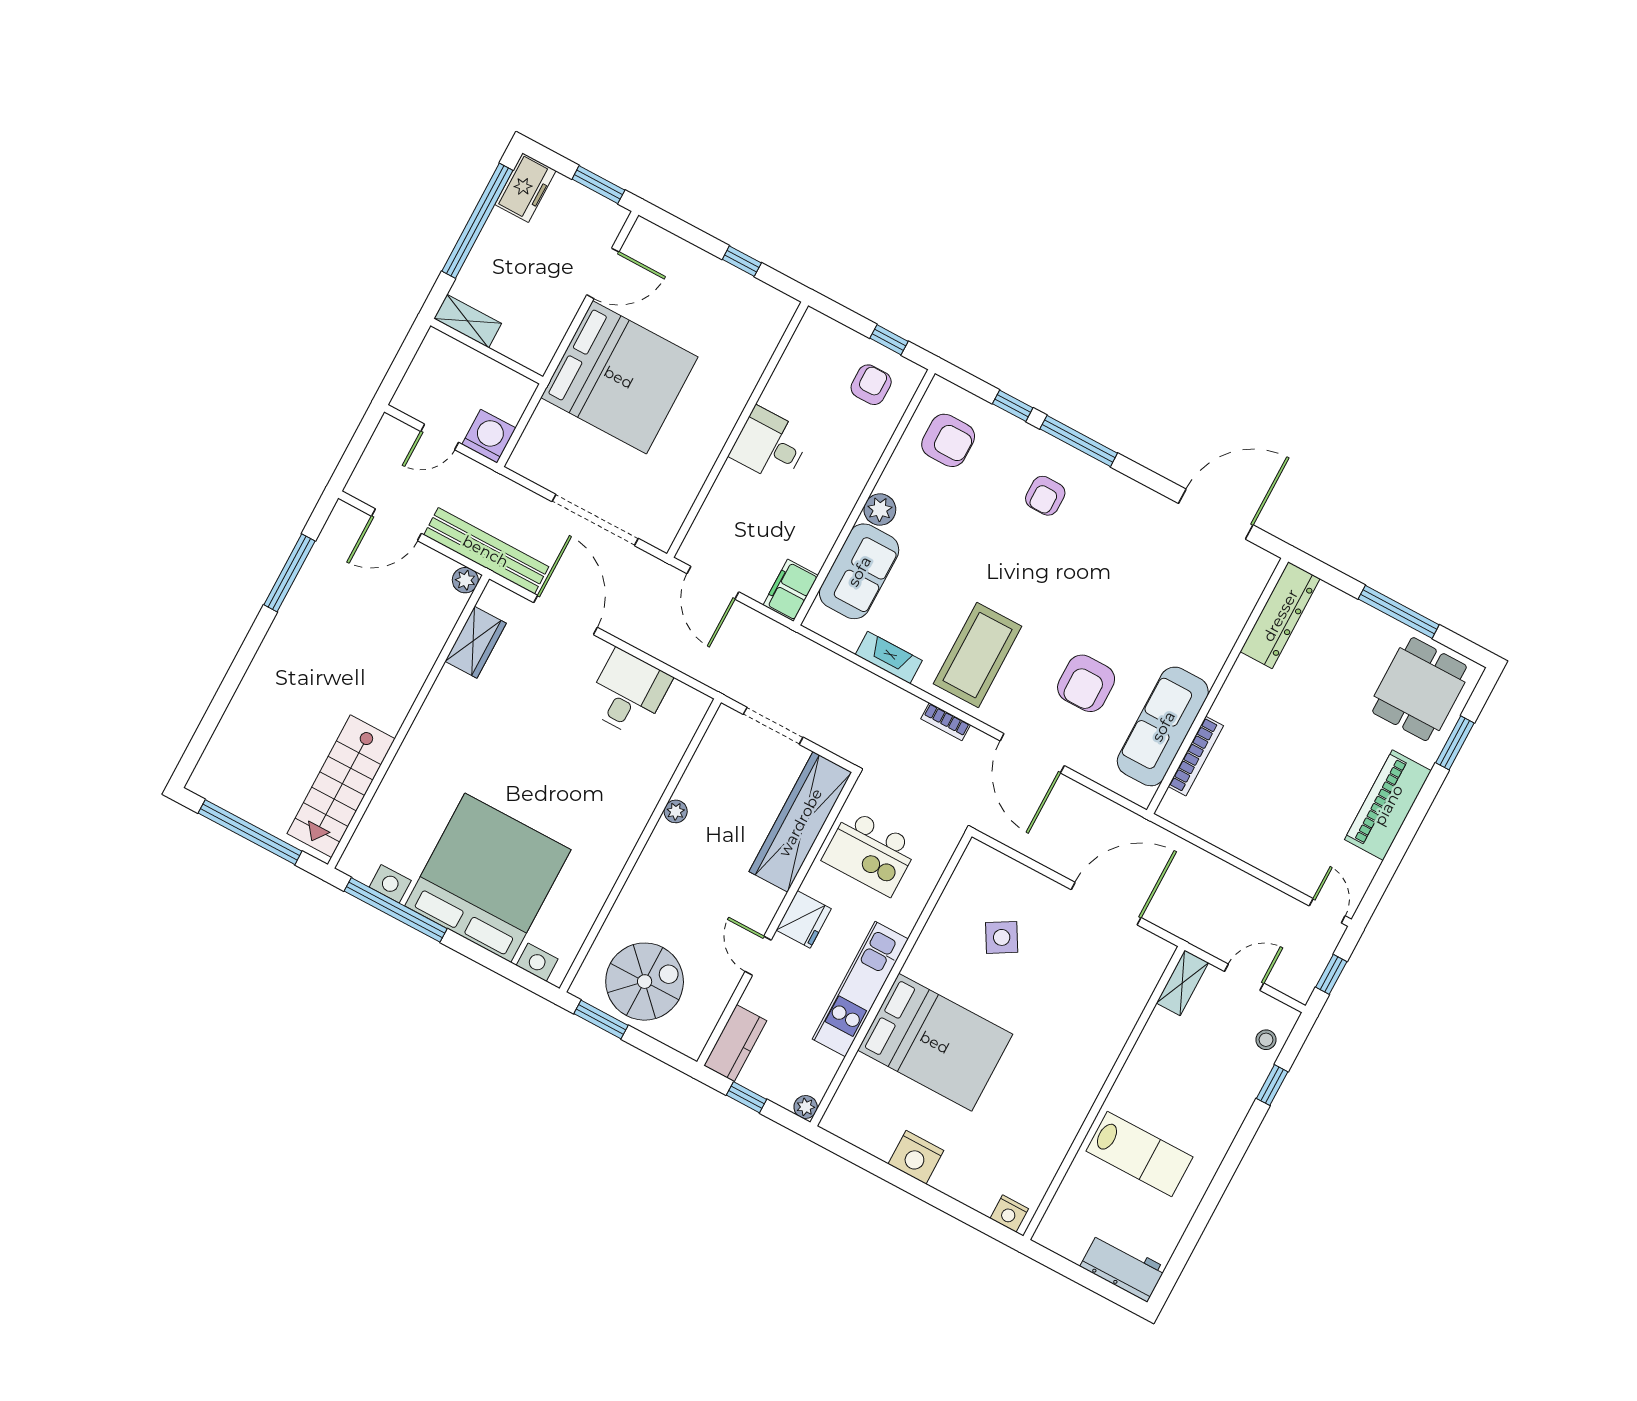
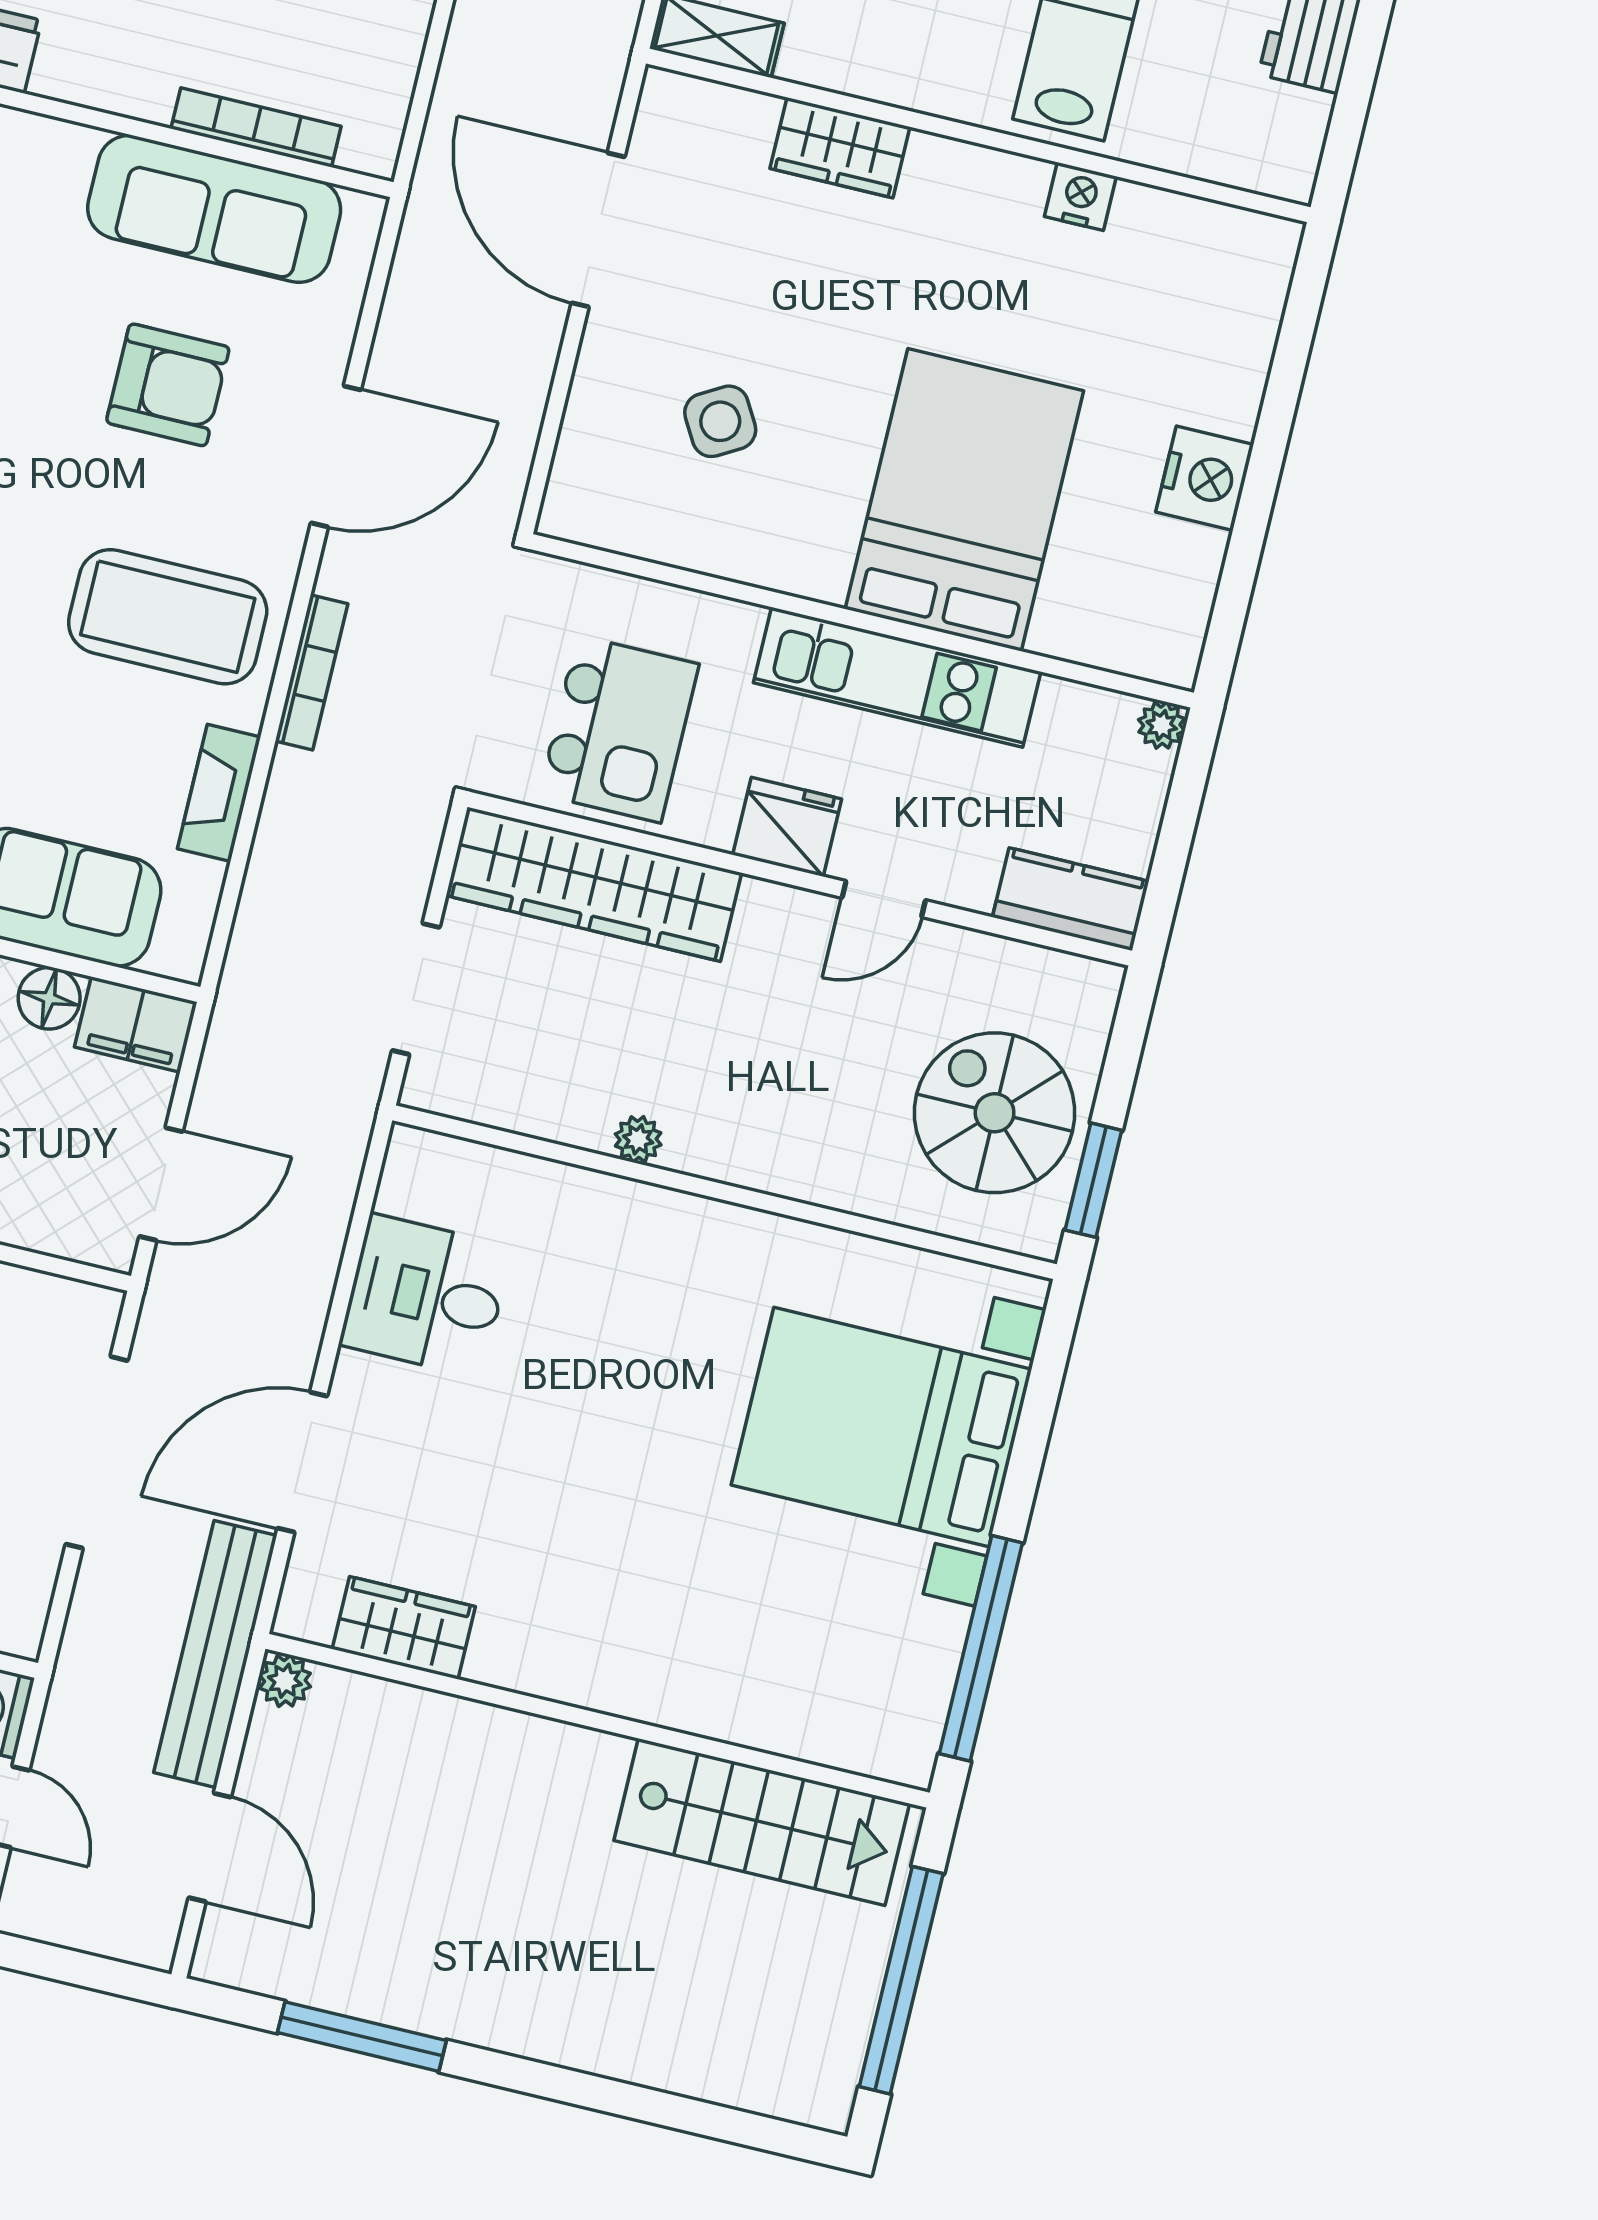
floor lamp: (813, 553) -> (49, 998), added
bookcase: (946, 722) -> (312, 672), width x1.56
bed with nightstands: (488, 878) -> (881, 1427), width x0.73
wardrobe: (1115, 1027) -> (840, 148), added
window: (747, 1097) -> (1173, 848), removed
nightstand: (1009, 1214) -> (1080, 196), moved, turned -90

